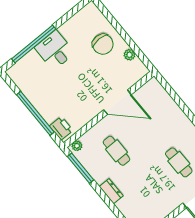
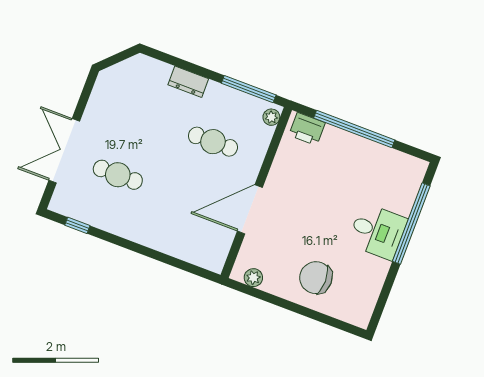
plant: (130, 55) -> (253, 278), moved

